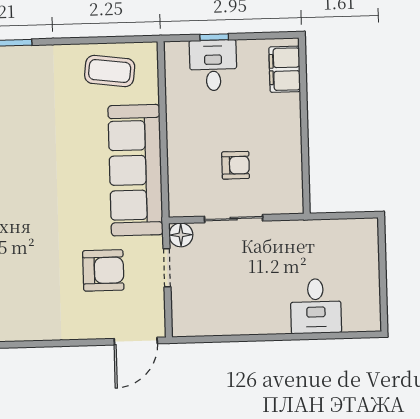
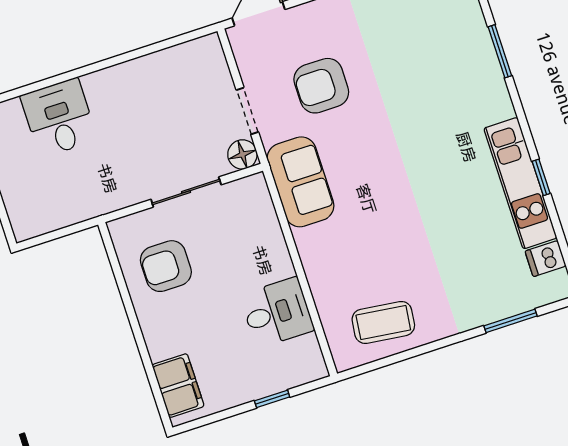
desk: (213, 65) -> (277, 313), moved, turned -90
armchair: (236, 165) -> (166, 266), moved, width x1.38, depth x1.38
sofa: (135, 170) -> (301, 182), width x0.54, depth x0.79

